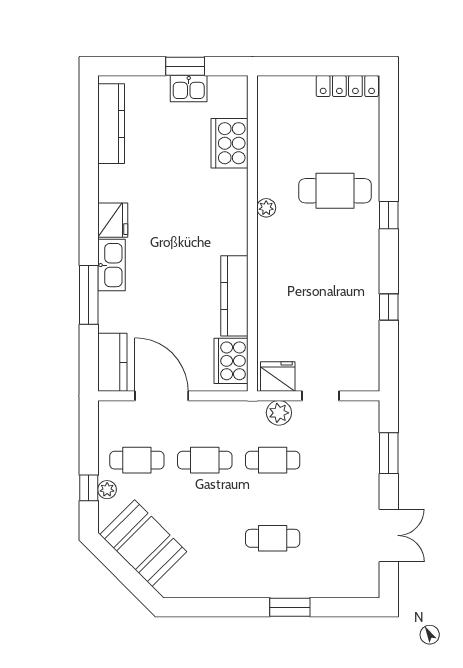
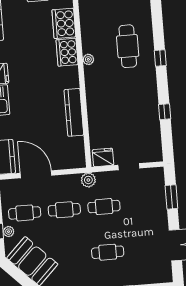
cafe table: (335, 191) -> (128, 46), turned 90
cooker: (231, 361) -> (67, 52), moved
plant: (279, 413) -> (88, 180), moved

